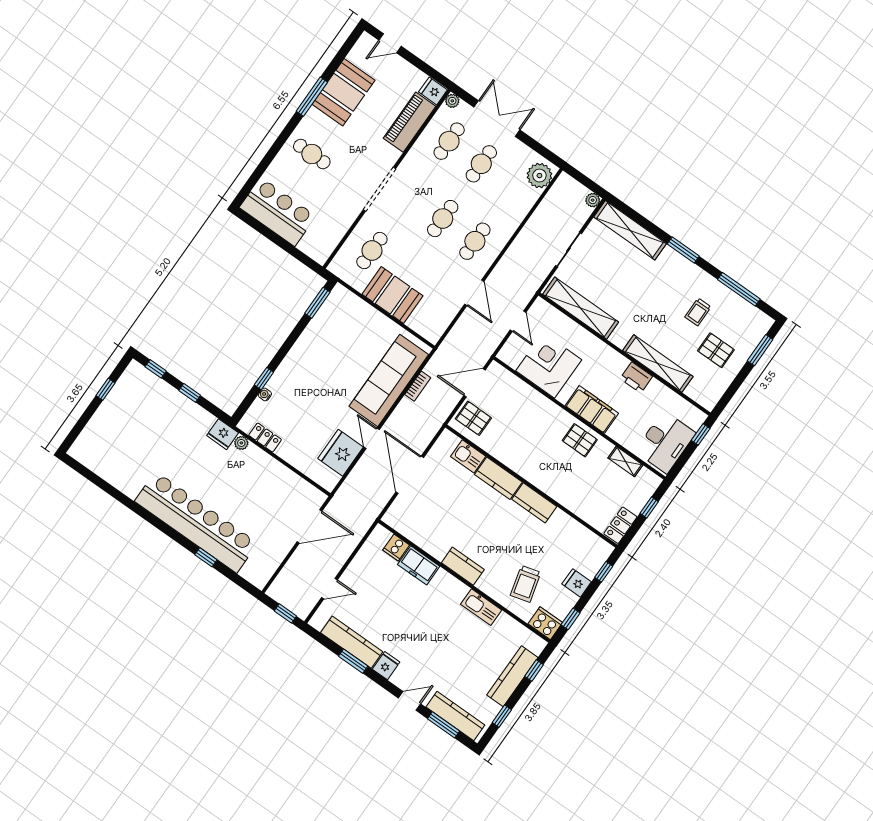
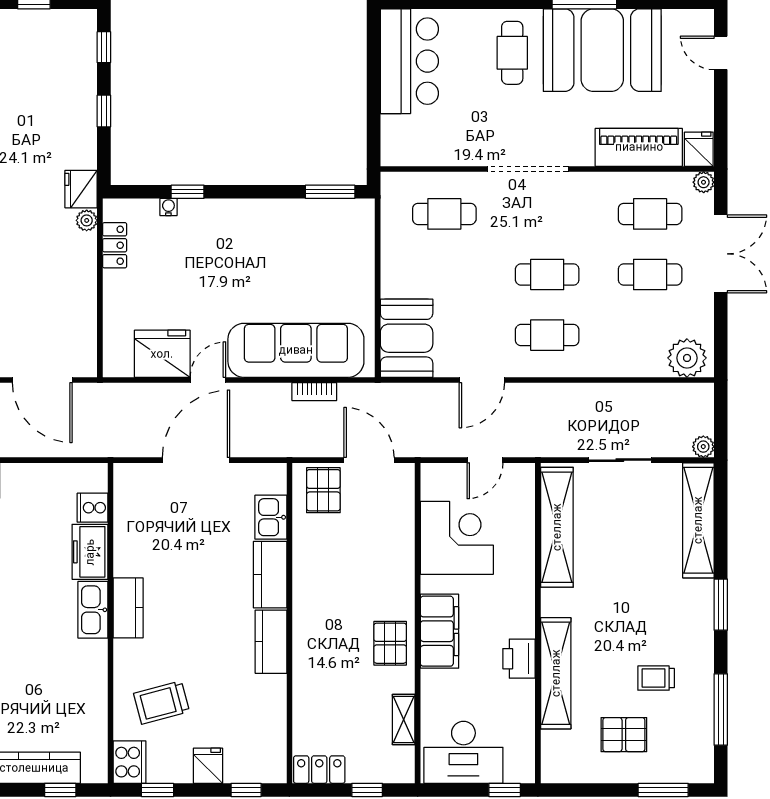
booth: (343, 92) -> (602, 50), width x1.36, depth x1.42
booth: (392, 295) -> (407, 338), moved
pallet: (716, 350) -> (624, 735), turned 90
kitchen sink: (481, 607) -> (93, 610), moved

